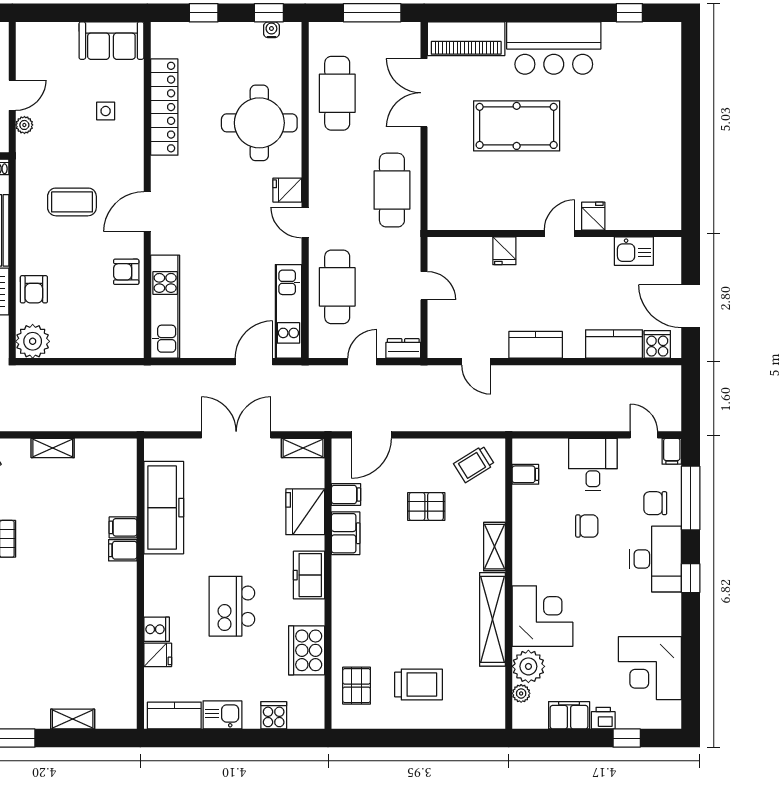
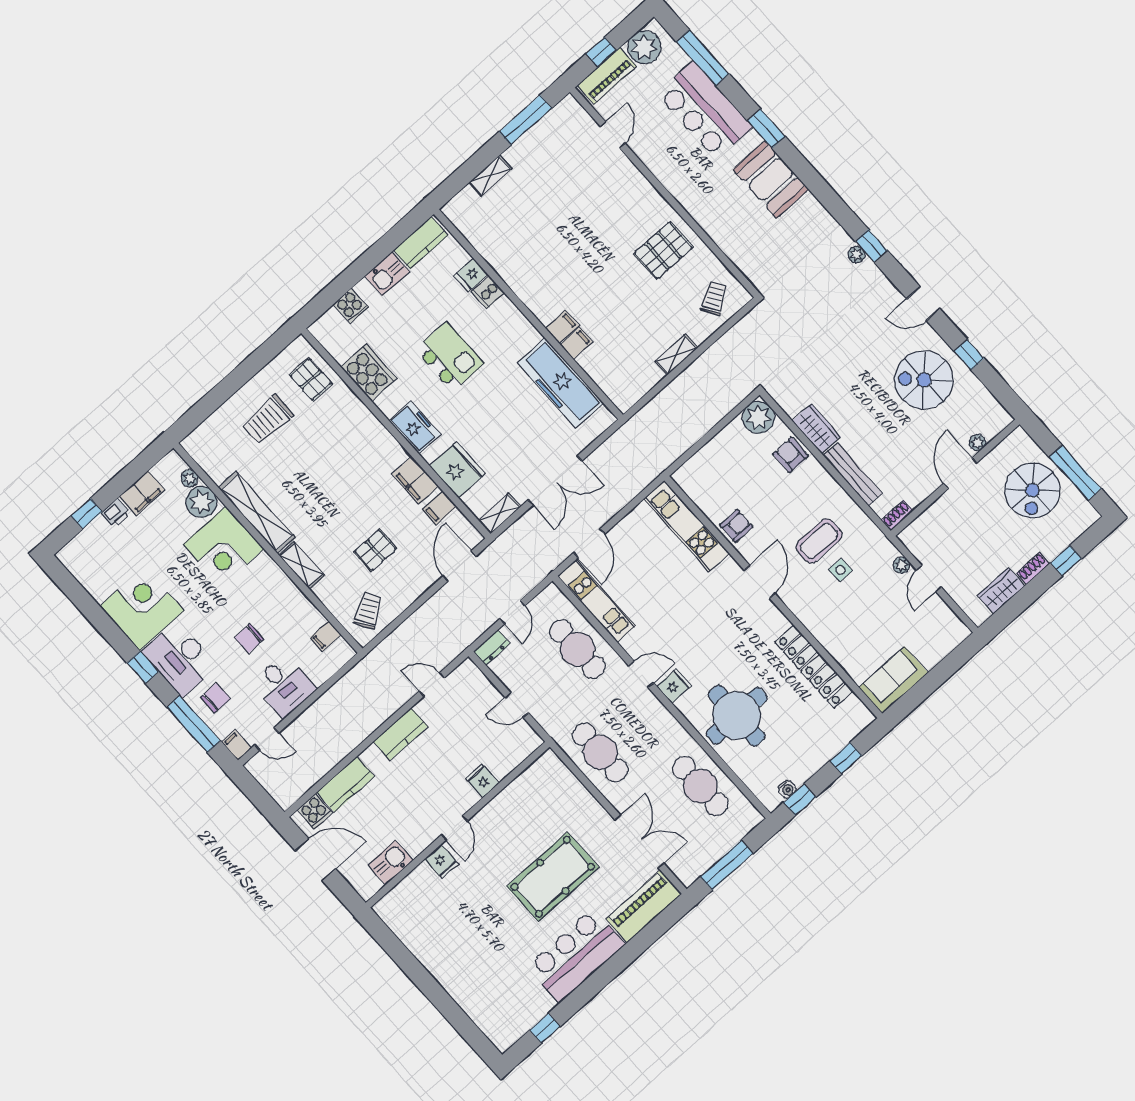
side table: (106, 111) -> (841, 570), moved
corner desk: (650, 668) -> (142, 608), moved

